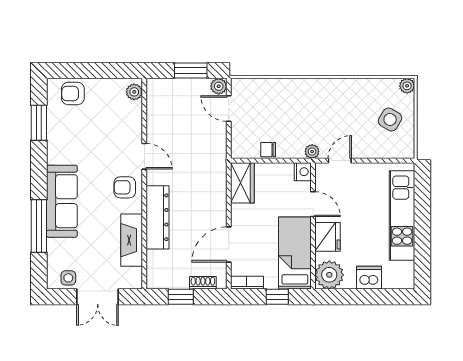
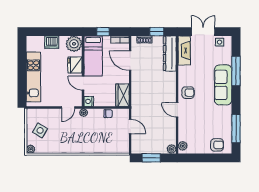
plant: (219, 86) -> (172, 149), moved
door: (229, 109) -> (130, 126), moved
window: (39, 123) -> (236, 129), width x1.44
dresser: (158, 217) -> (170, 54), moved
fireplace: (132, 240) -> (184, 50), moved
door: (229, 245) -> (130, 61), swing flipped

